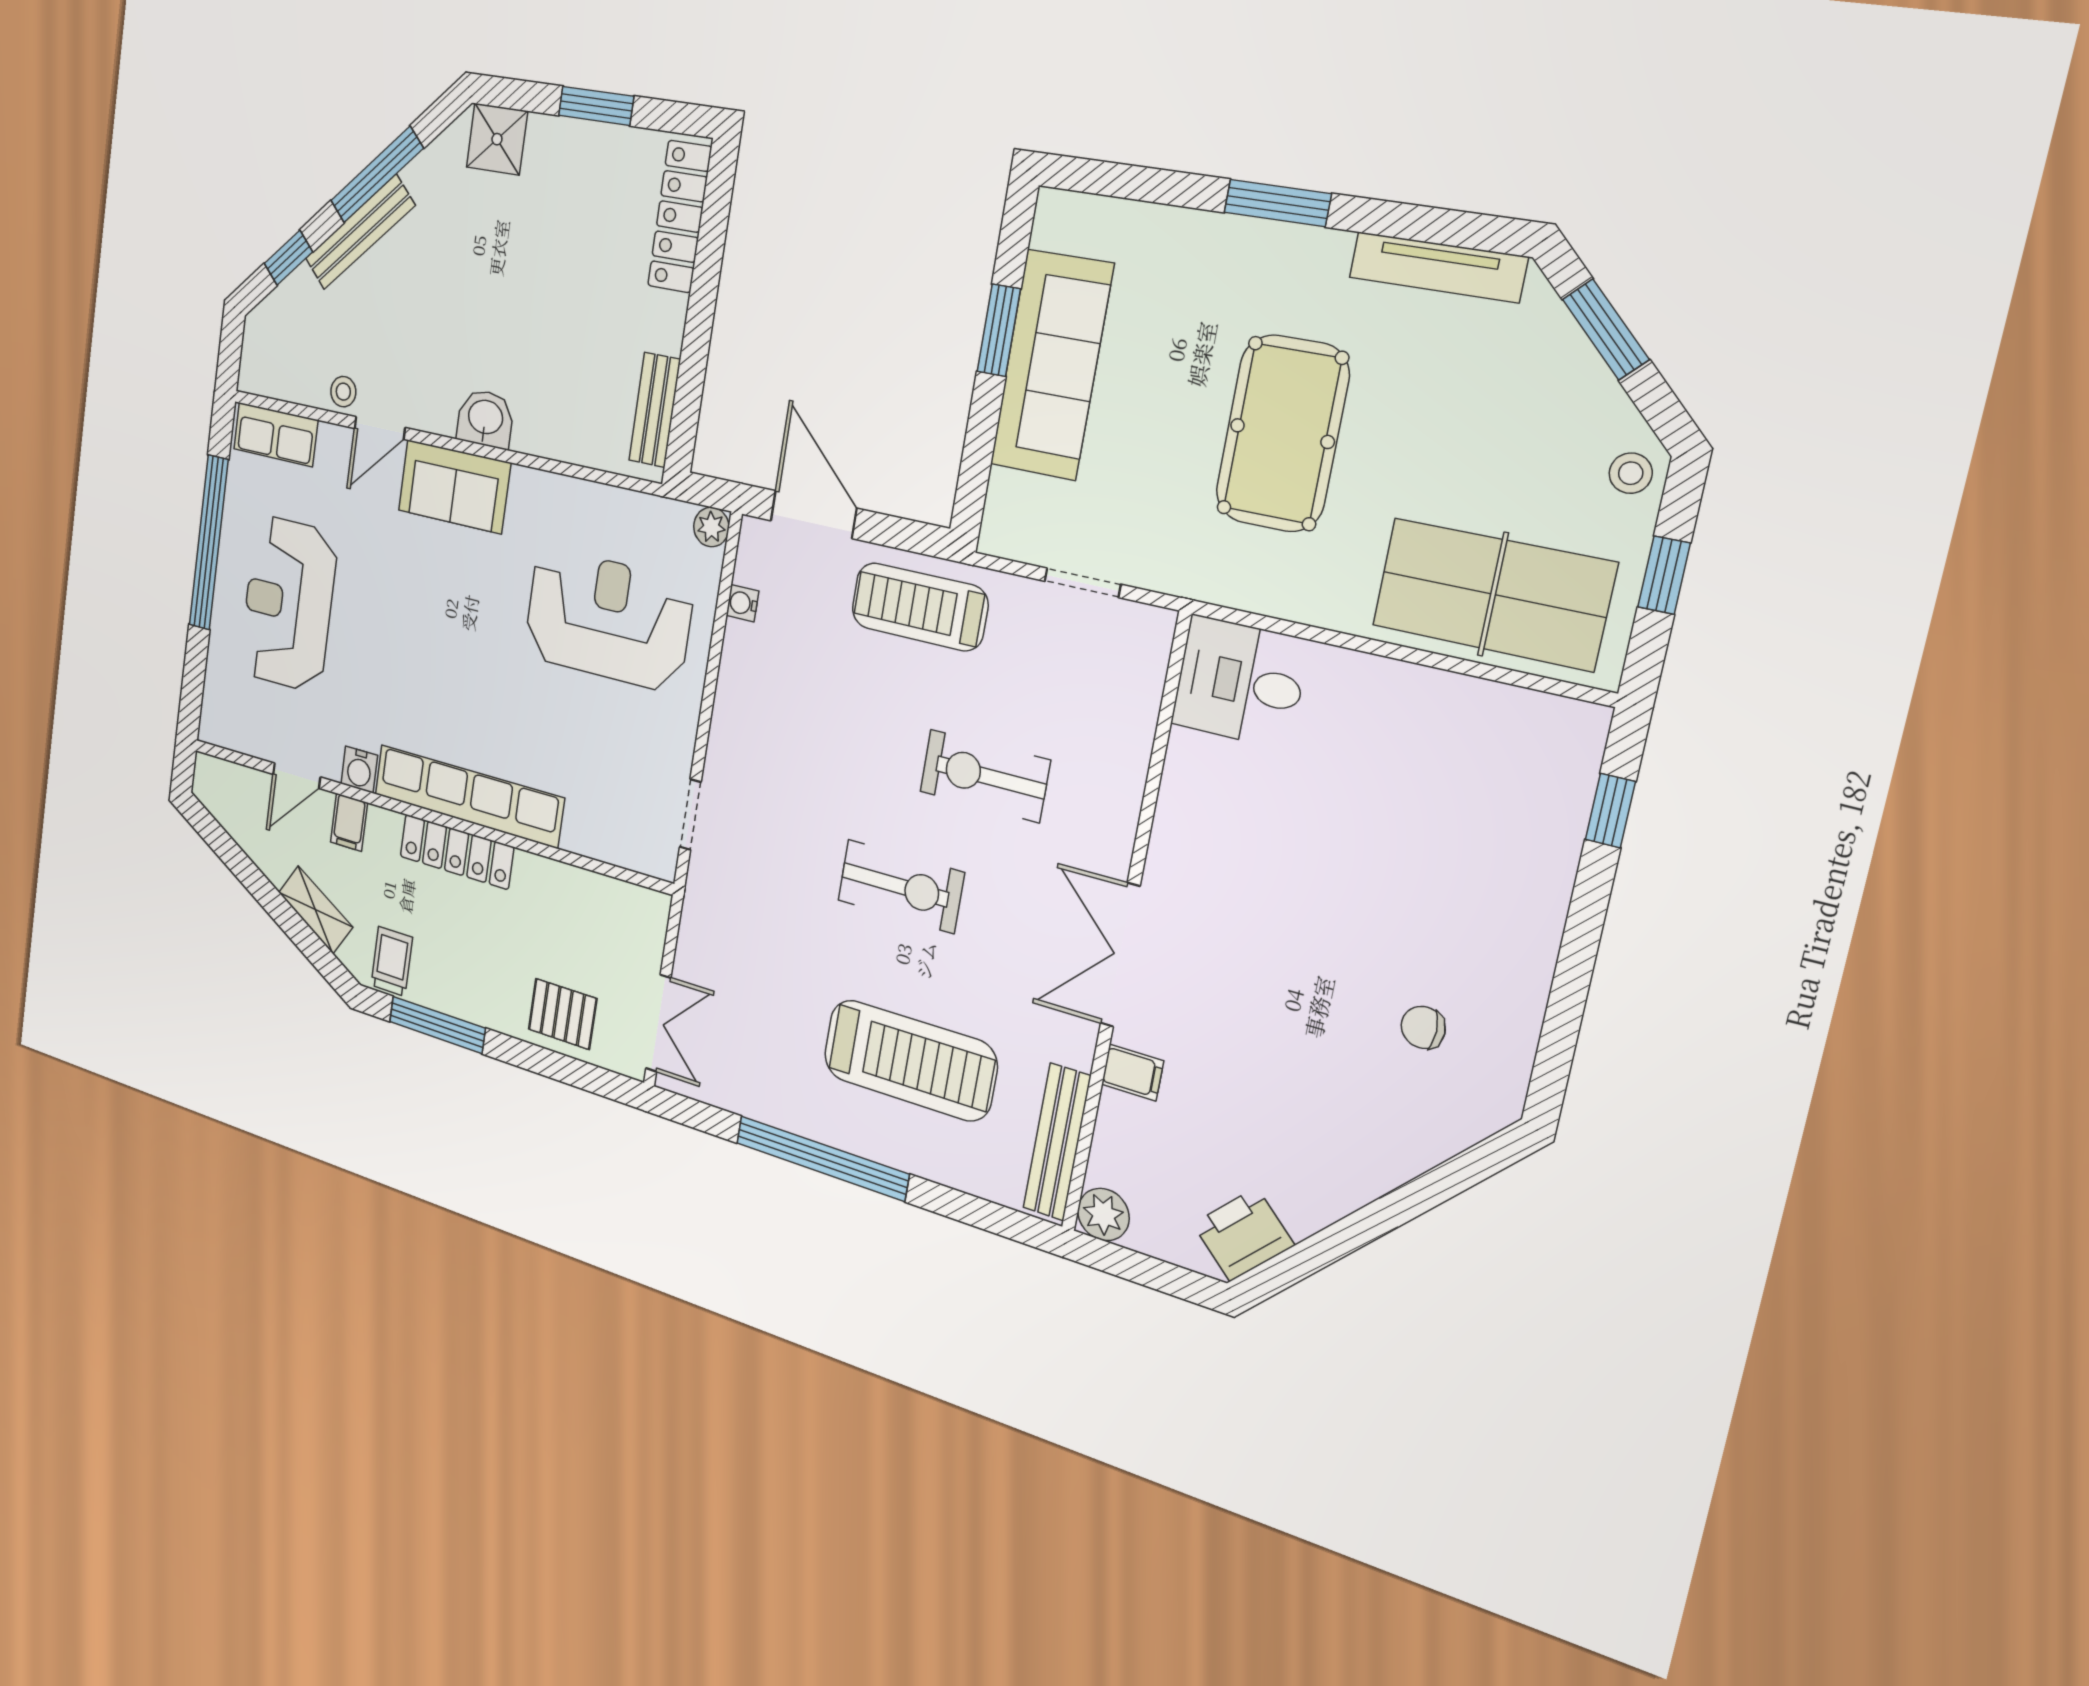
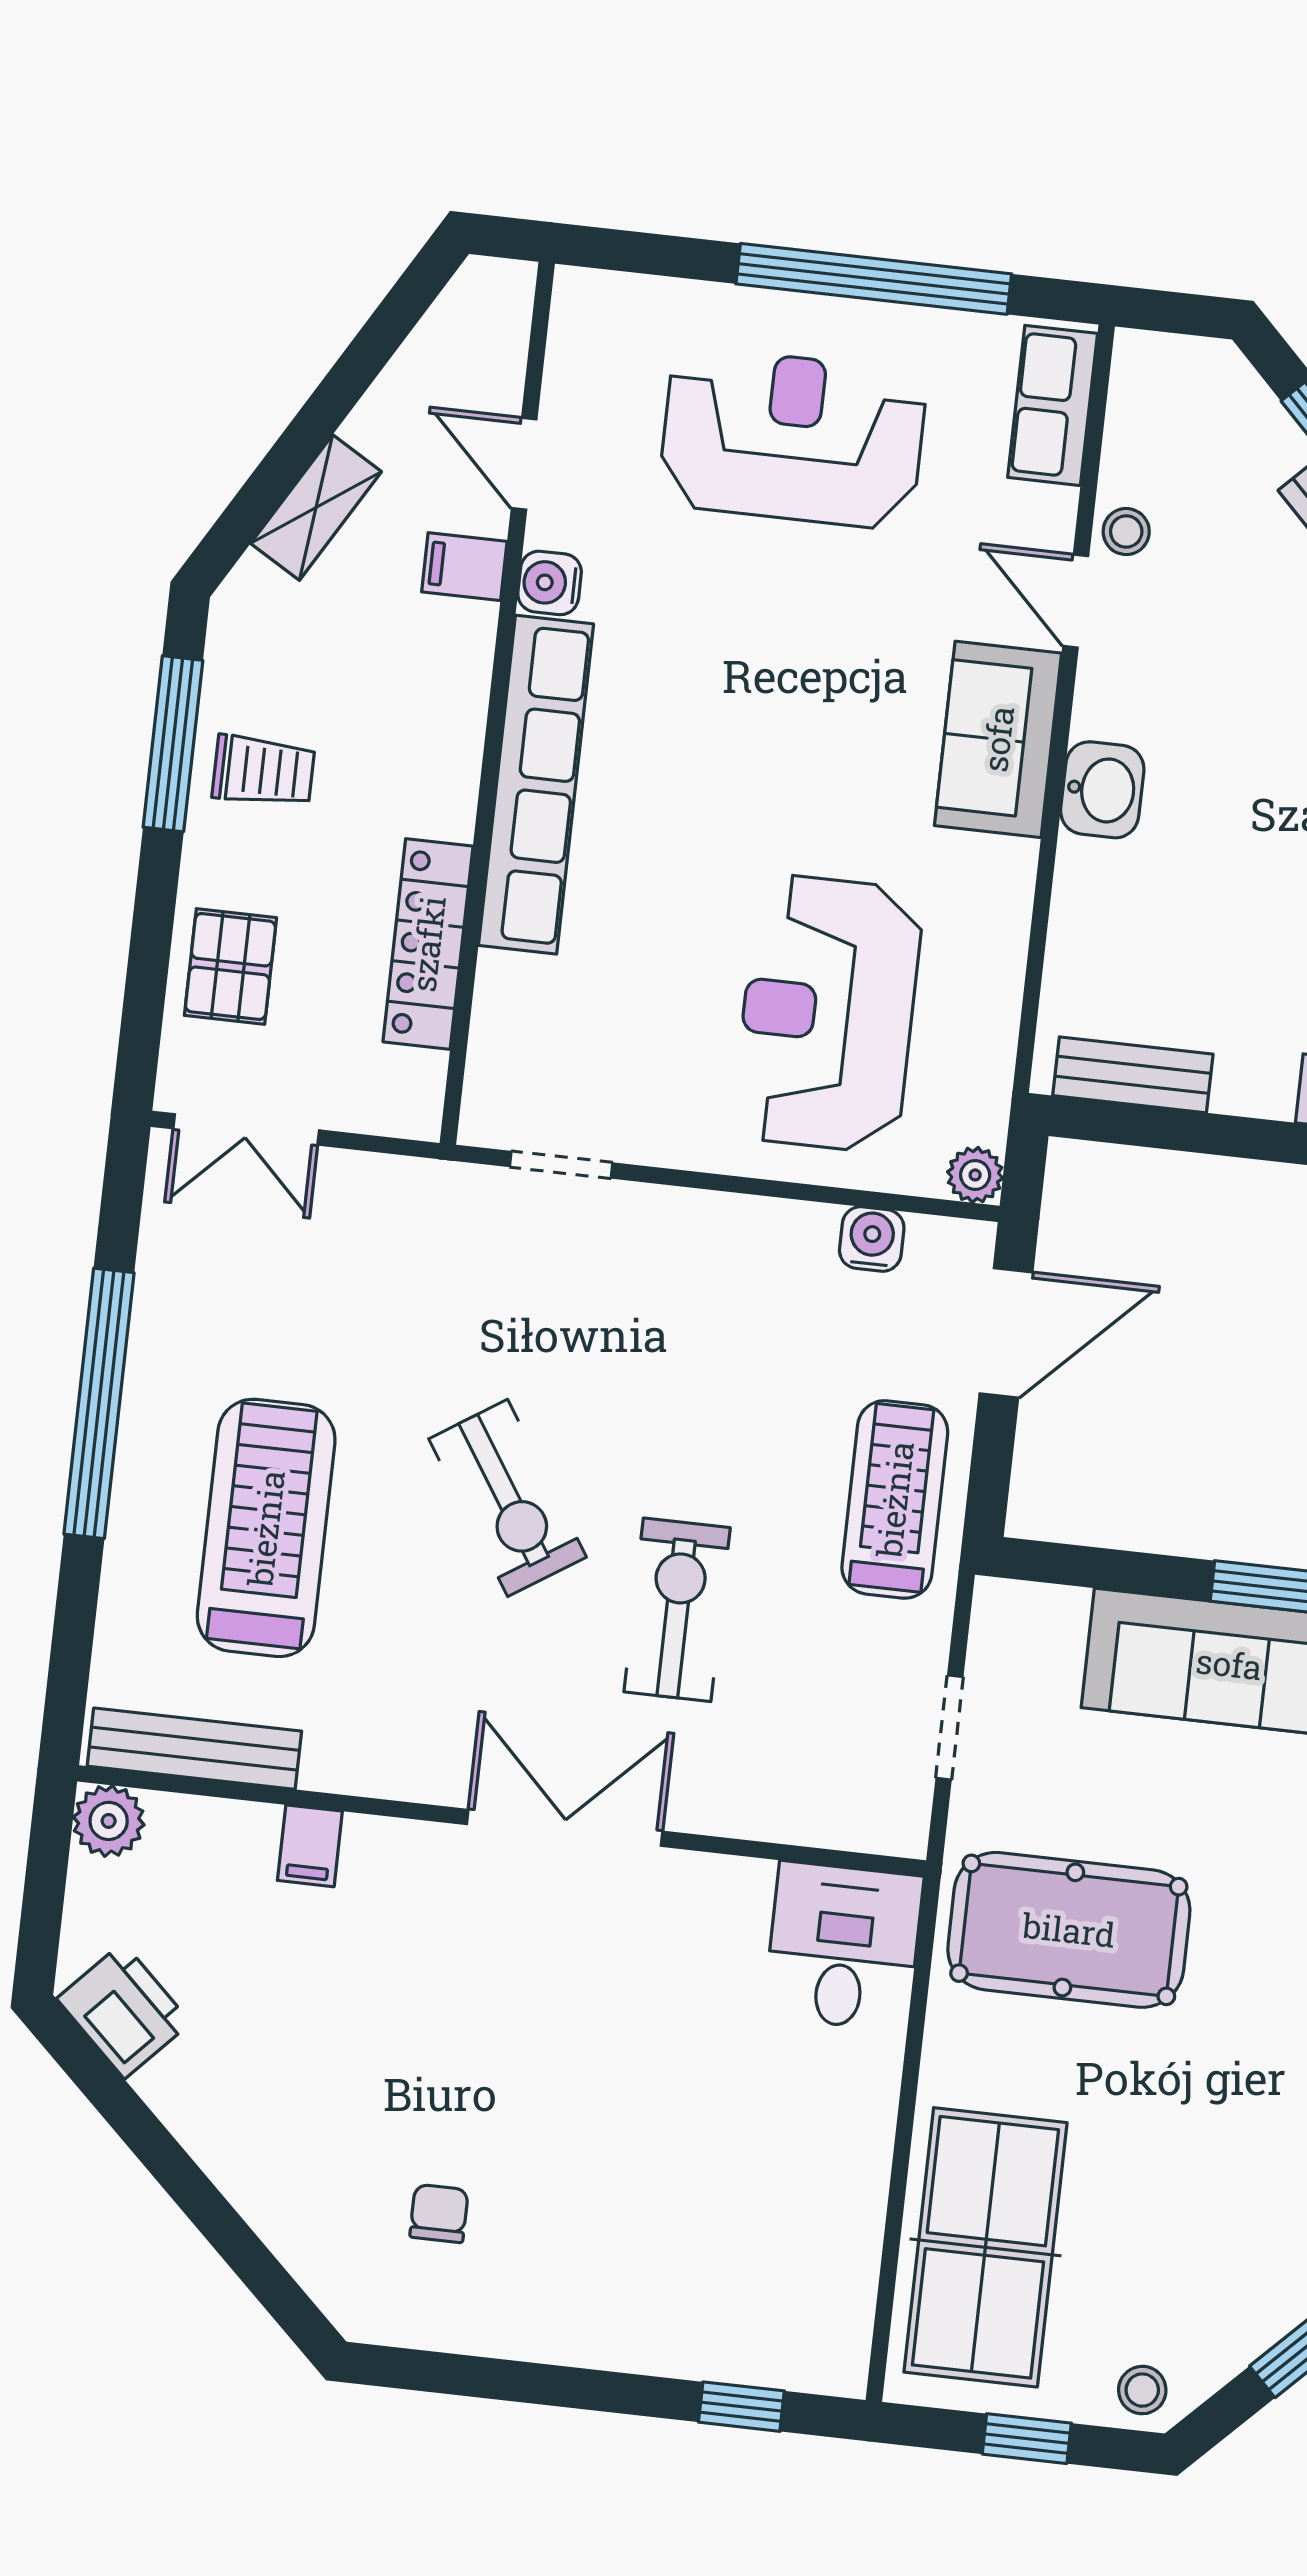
pool table: (1282, 434) -> (1069, 1930), moved
water cooler: (742, 603) -> (872, 1239), width x1.38, depth x1.38
reception desk: (608, 619) -> (828, 1013), turned 180
locker: (457, 852) -> (428, 944), moved
exercise bike: (901, 886) -> (508, 1498), turned -33
double door: (1120, 955) -> (565, 1828), moved
trolley: (392, 961) -> (264, 771), moved
treadmill: (910, 1060) -> (266, 1528), turned 180

